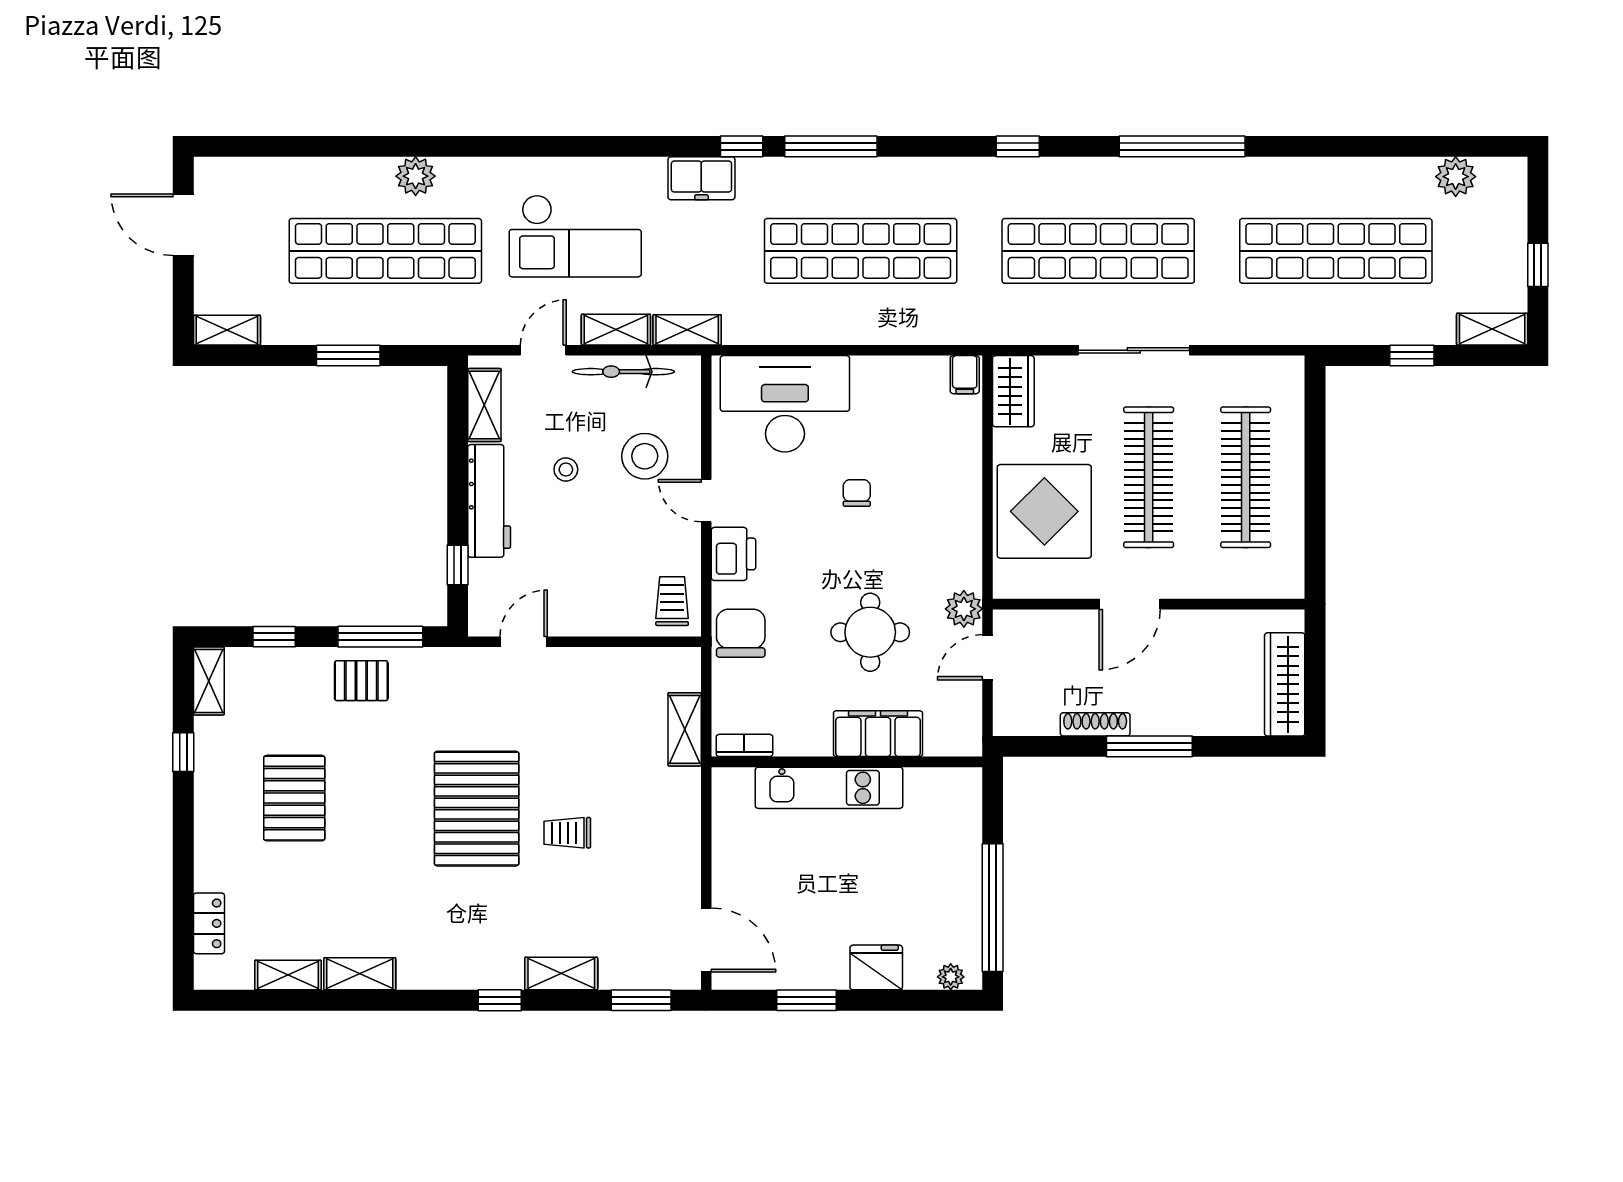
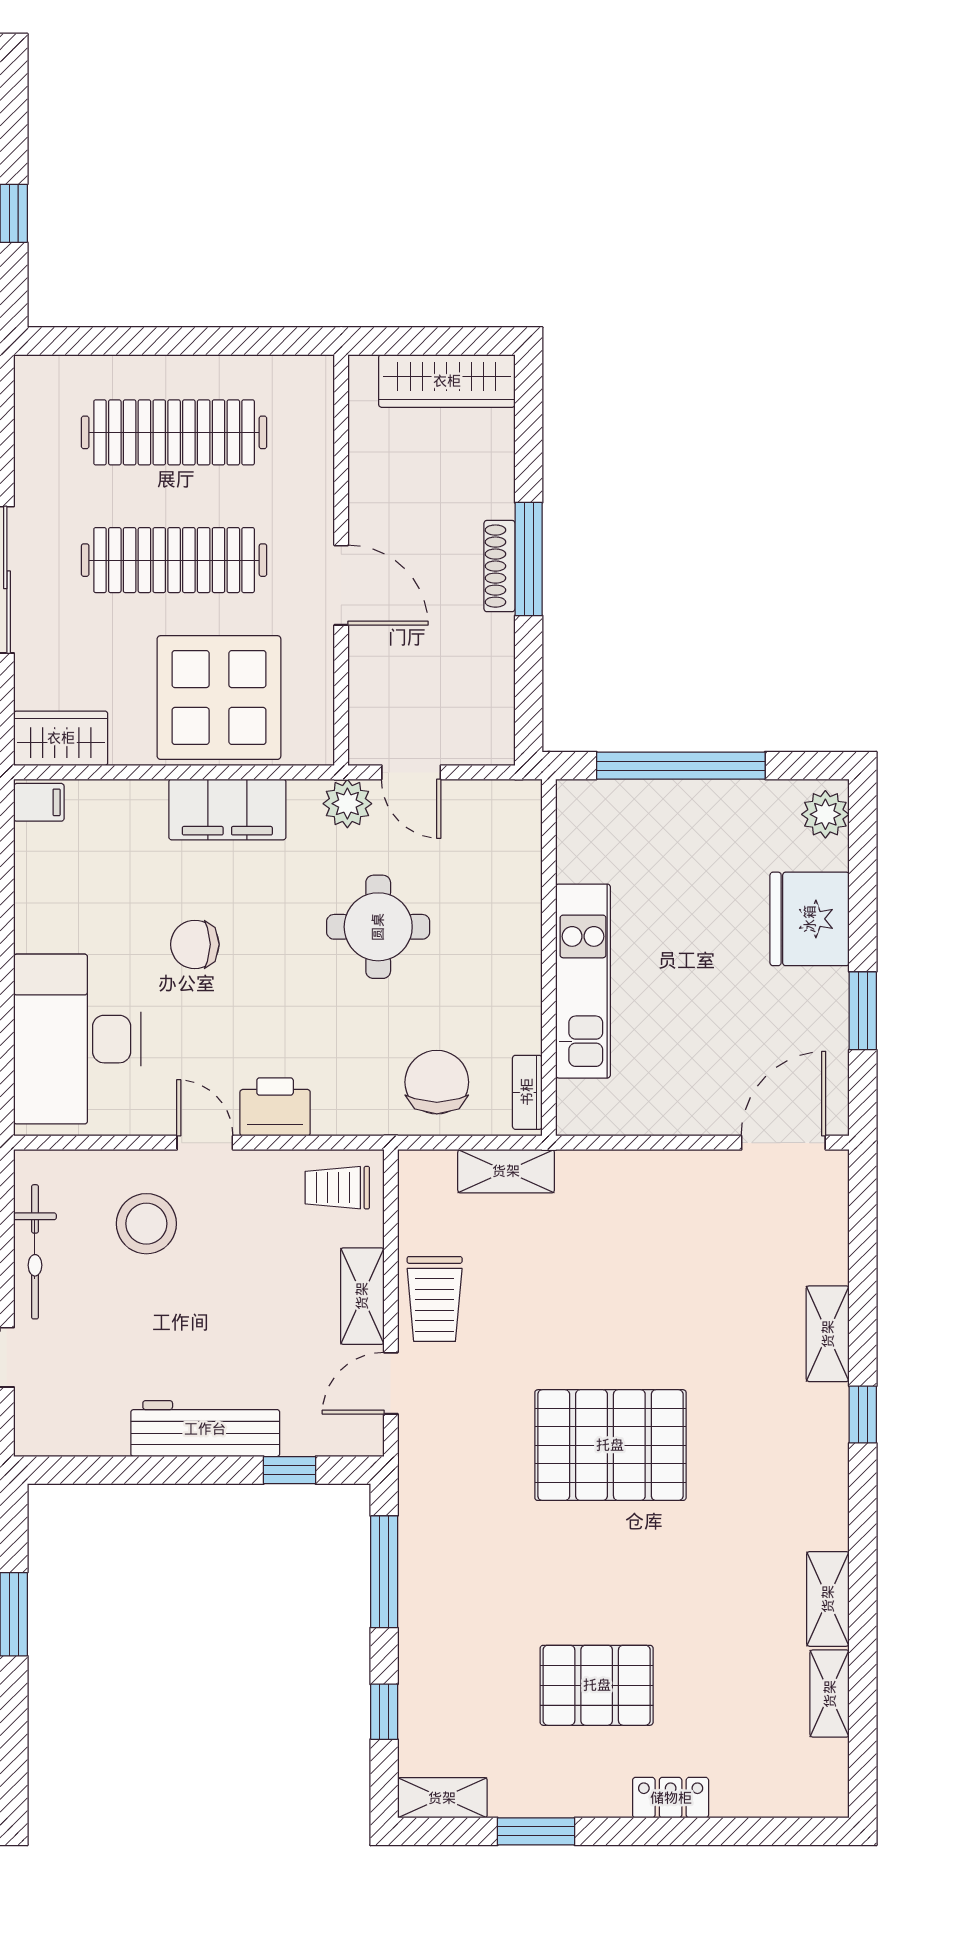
shelving: (484, 405) -> (362, 1296), moved, turned 90
stool: (566, 469) -> (164, 1328), removed
chair: (857, 493) -> (195, 944), width x1.37, depth x1.37
door: (706, 501) -> (205, 1143), swing flipped
chair: (741, 633) -> (437, 1082), moved, turned 90
door: (524, 642) -> (391, 1383), hinge flipped
pallet: (361, 681) -> (442, 1597), removed
shoe rack: (1095, 724) -> (500, 566), moved
filing cabinet: (878, 734) -> (227, 809), moved, turned -90
window: (183, 752) -> (536, 1831), width x1.50
trolley: (567, 833) -> (435, 1299), moved, width x1.36, depth x1.39
window: (993, 908) -> (681, 766), moved
locker: (209, 923) -> (671, 1798), moved
fridge: (876, 967) -> (810, 919), width x1.36, depth x1.34
plant: (951, 977) -> (825, 814), width x1.38, depth x1.38
window: (641, 1000) -> (863, 1228), removed

